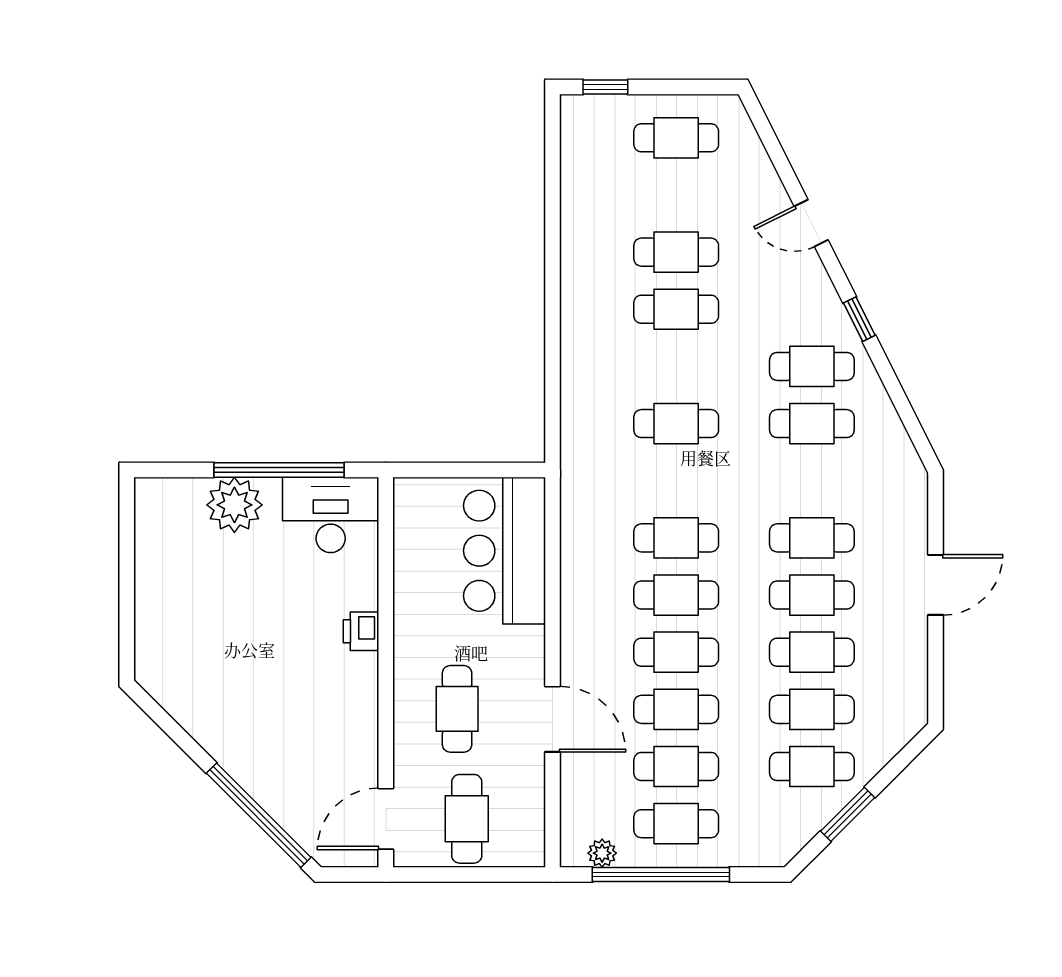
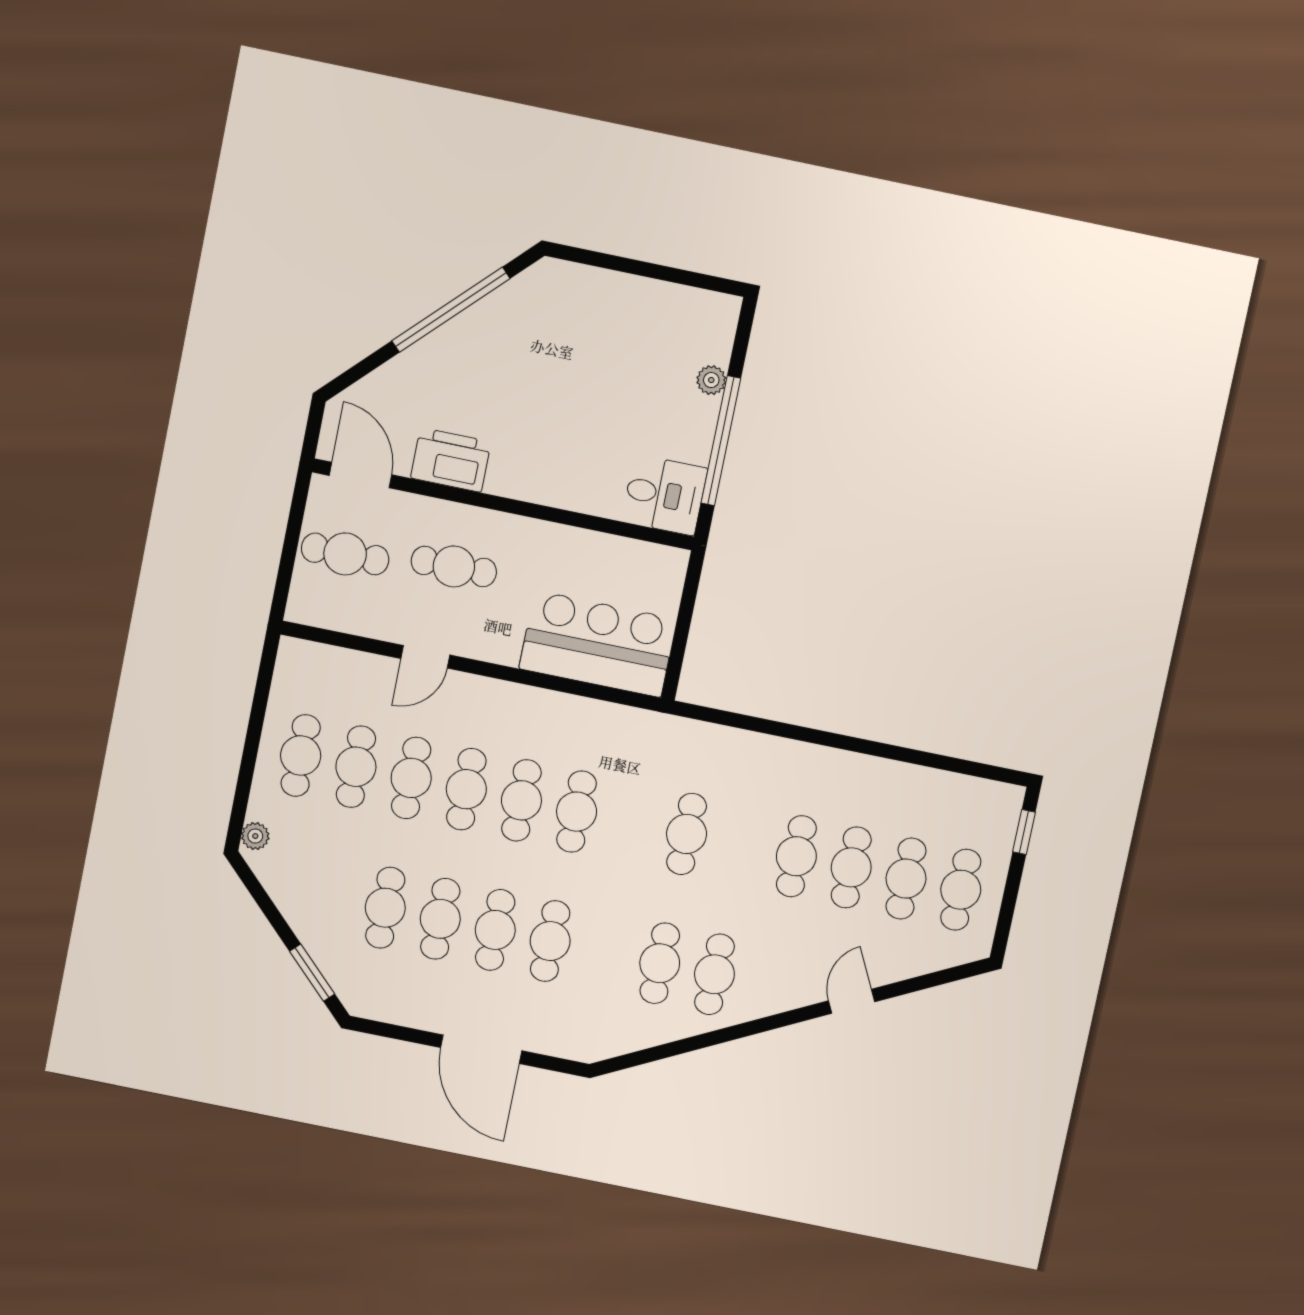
window: (859, 319) -> (750, 1028), removed
plant: (234, 505) -> (711, 380), width x0.53, depth x0.53
desk: (331, 515) -> (664, 495), width x0.73
door: (936, 585) -> (481, 1049), width x1.36
printer: (361, 631) -> (451, 460), moved, width x1.87, depth x1.48
door: (552, 719) -> (425, 657), width x0.73
cafe table: (812, 767) -> (906, 879), moved
window: (848, 814) -> (312, 973), moved
window: (259, 815) -> (451, 310), moved
plant: (602, 853) -> (255, 836), moved
window: (661, 874) -> (254, 731), removed

